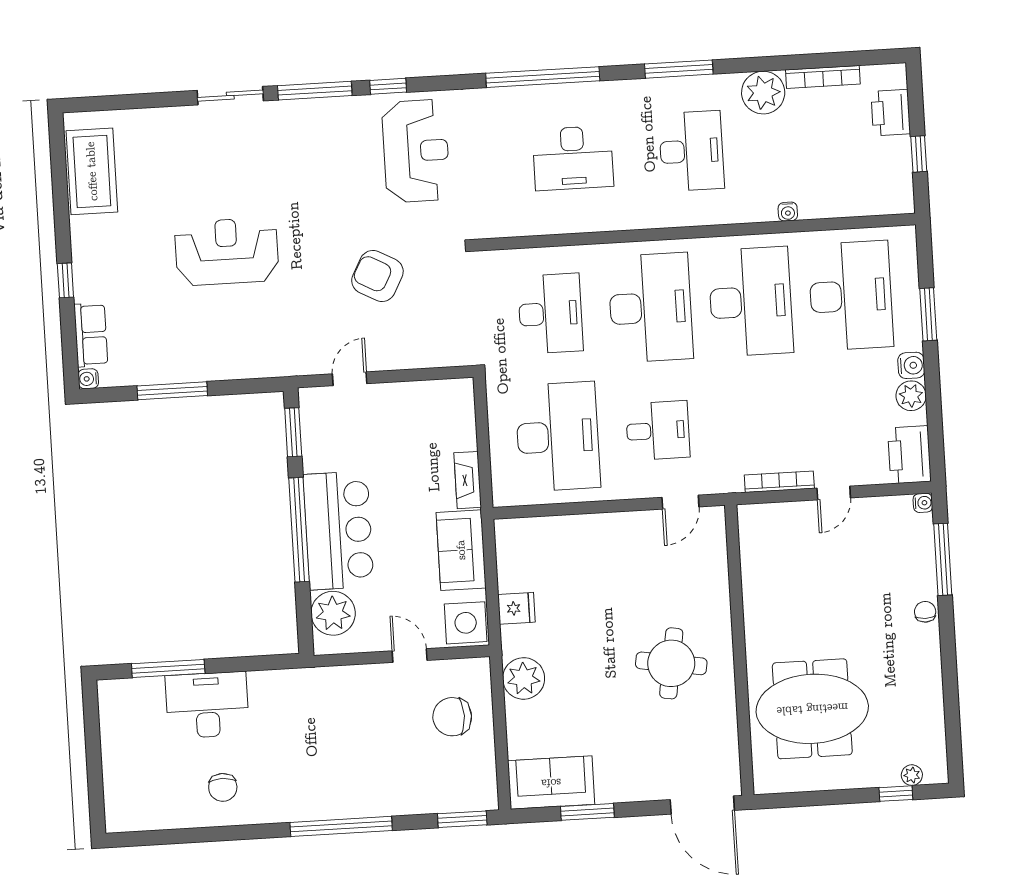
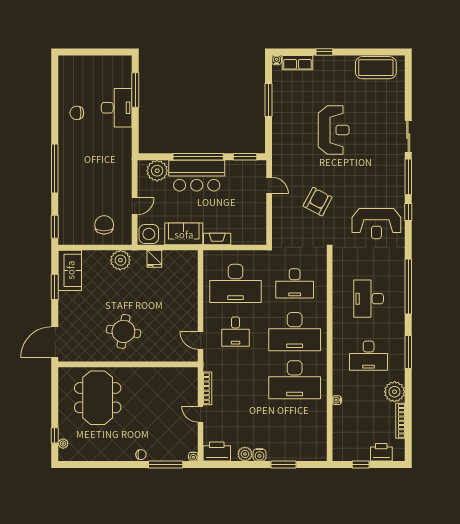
desk: (851, 296) -> (295, 428), removed

